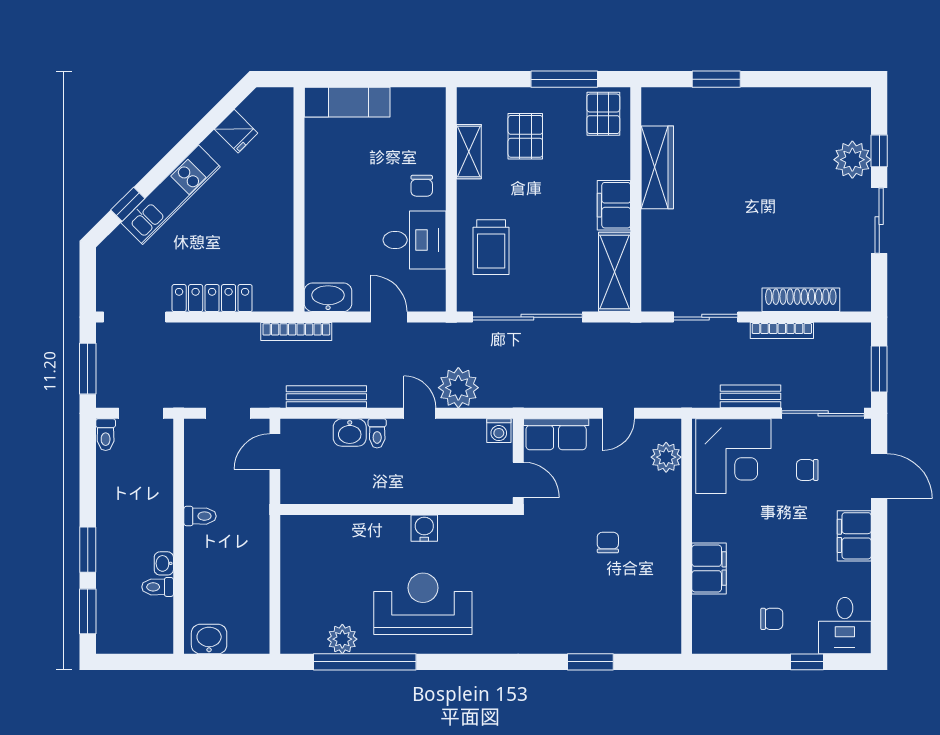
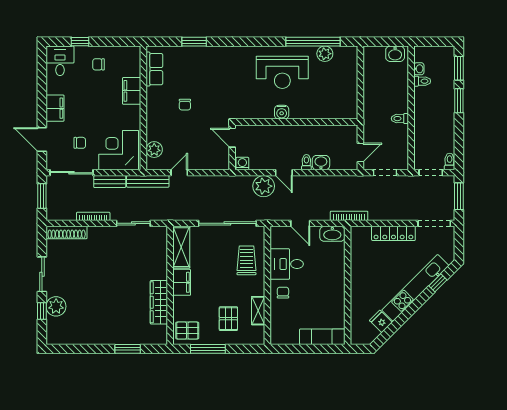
pallet: (603, 114) -> (187, 331), turned 90
kitchen unit: (171, 195) -> (415, 288), width x1.36
shoe rack: (801, 300) -> (67, 233), moved
bench: (326, 397) -> (148, 181), moved
row of seats: (556, 434) -> (154, 69), moved, turned 90
washbasin: (164, 563) -> (419, 69), moved

